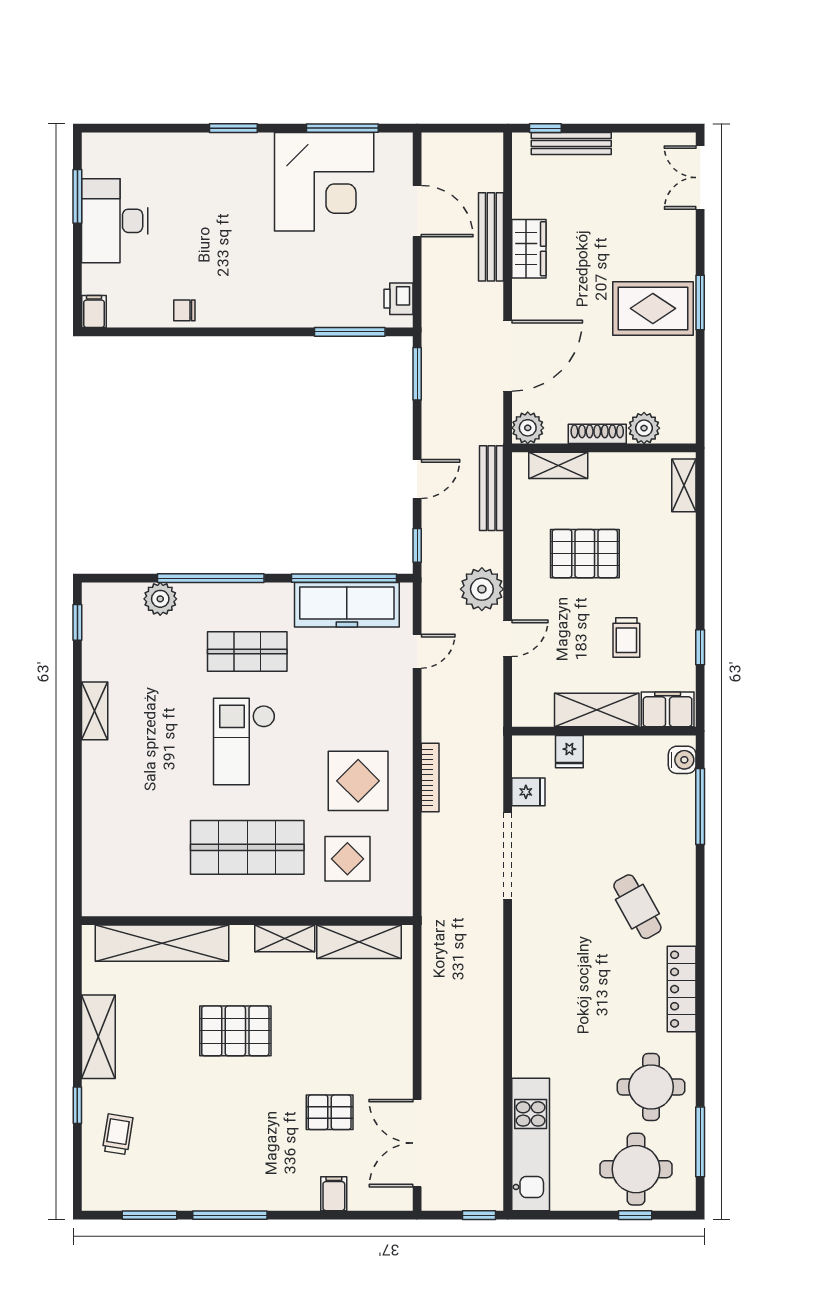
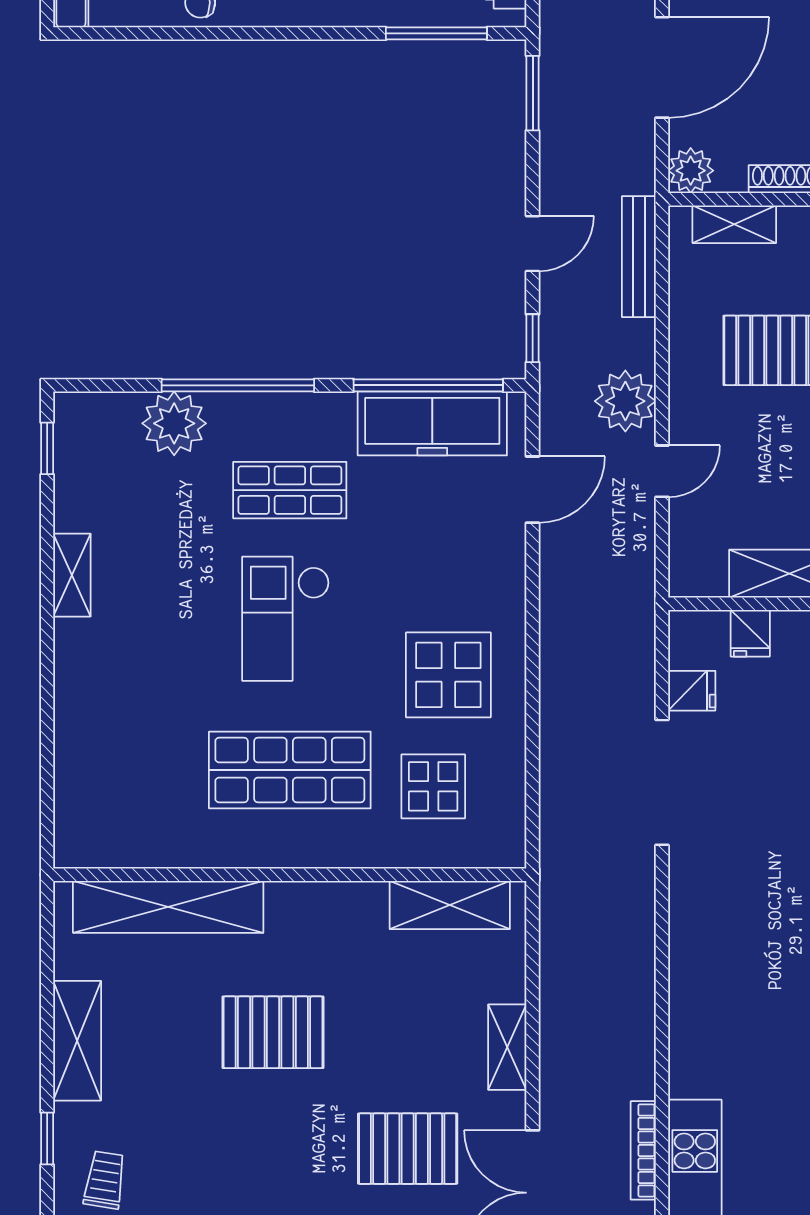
plant: (160, 599) -> (174, 423), width x1.36, depth x1.36
door: (417, 651) -> (533, 490), width x1.37
bookcase: (430, 777) -> (643, 1150), moved, turned 180
shelving: (285, 938) -> (507, 1047), moved, turned 90
pallet: (330, 1112) -> (408, 1149), width x1.50, depth x1.42

